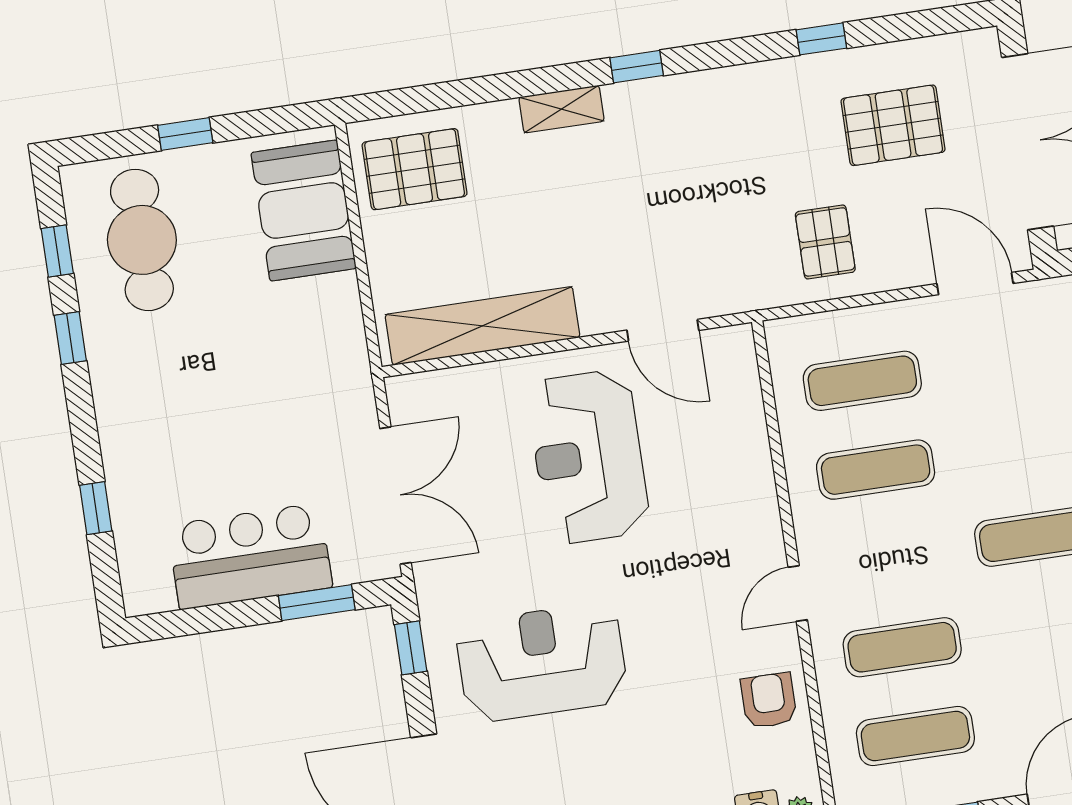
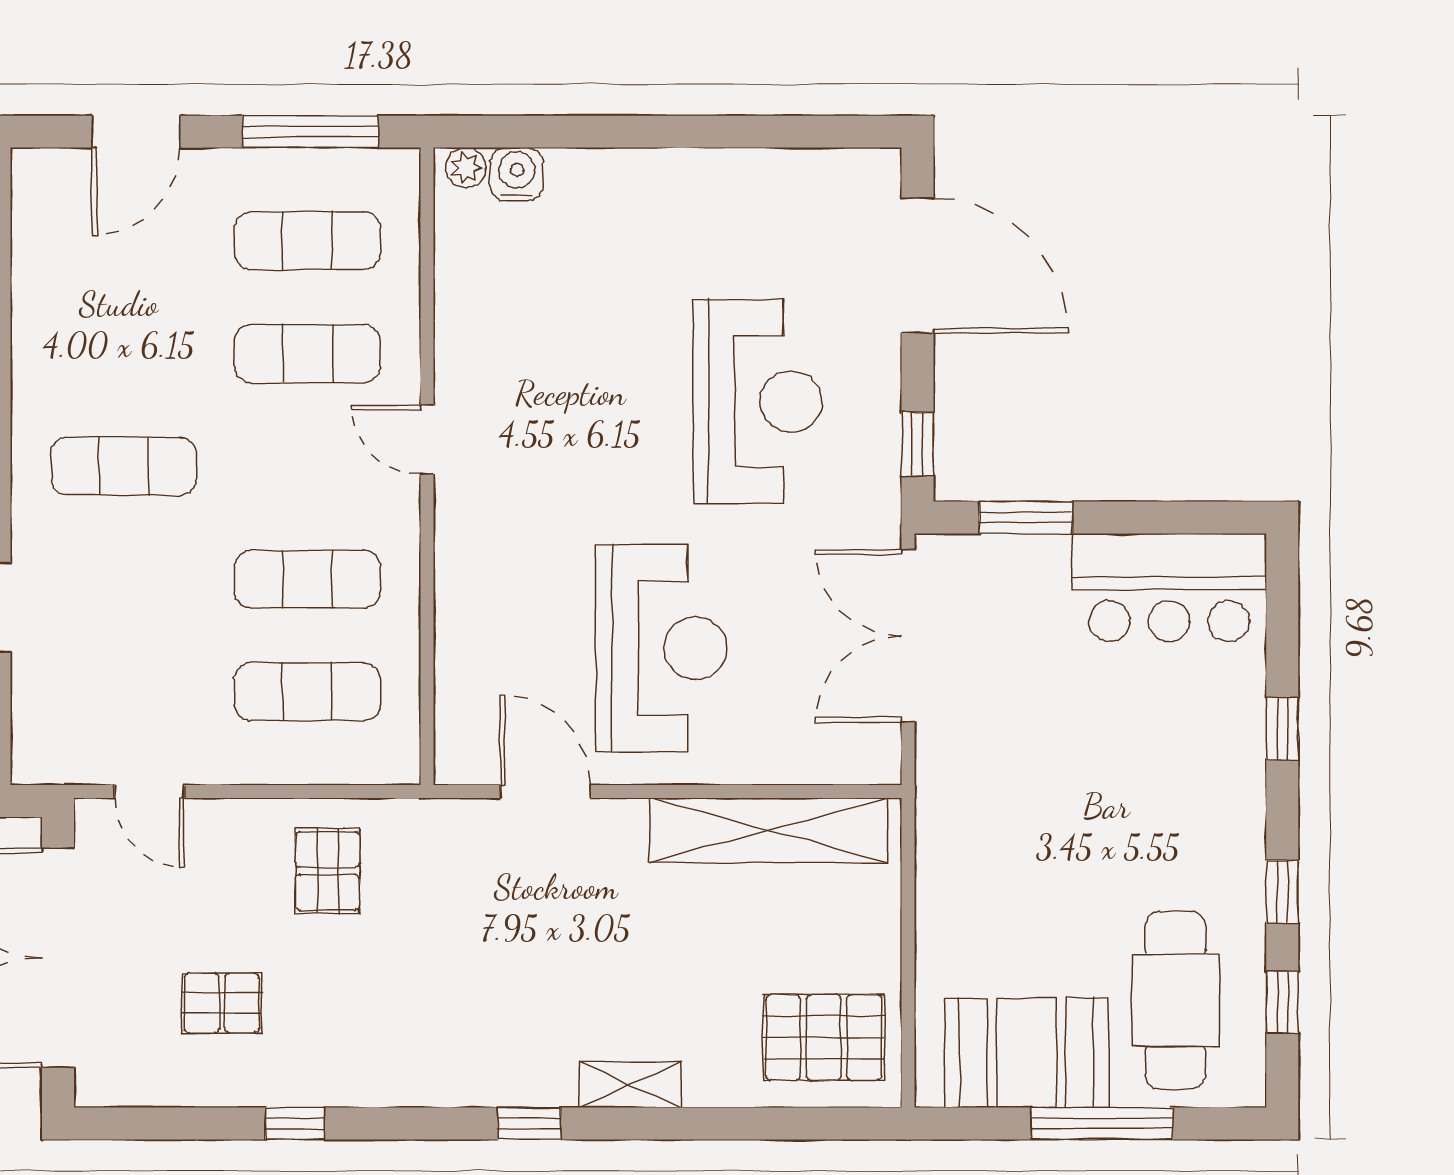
pallet: (893, 125) -> (222, 1003), width x0.67, depth x0.71
window: (185, 134) -> (1102, 1123), width x2.17
booth: (304, 210) -> (1027, 1053), moved, turned 90
door: (975, 284) -> (149, 791), width x0.73
window: (96, 508) -> (1282, 729), moved
bar counter: (250, 556) -> (1169, 588), moved
door: (798, 593) -> (427, 440), swing flipped
reception desk: (542, 662) -> (757, 402), turned -90
armchair: (769, 701) -> (483, 312), removed

